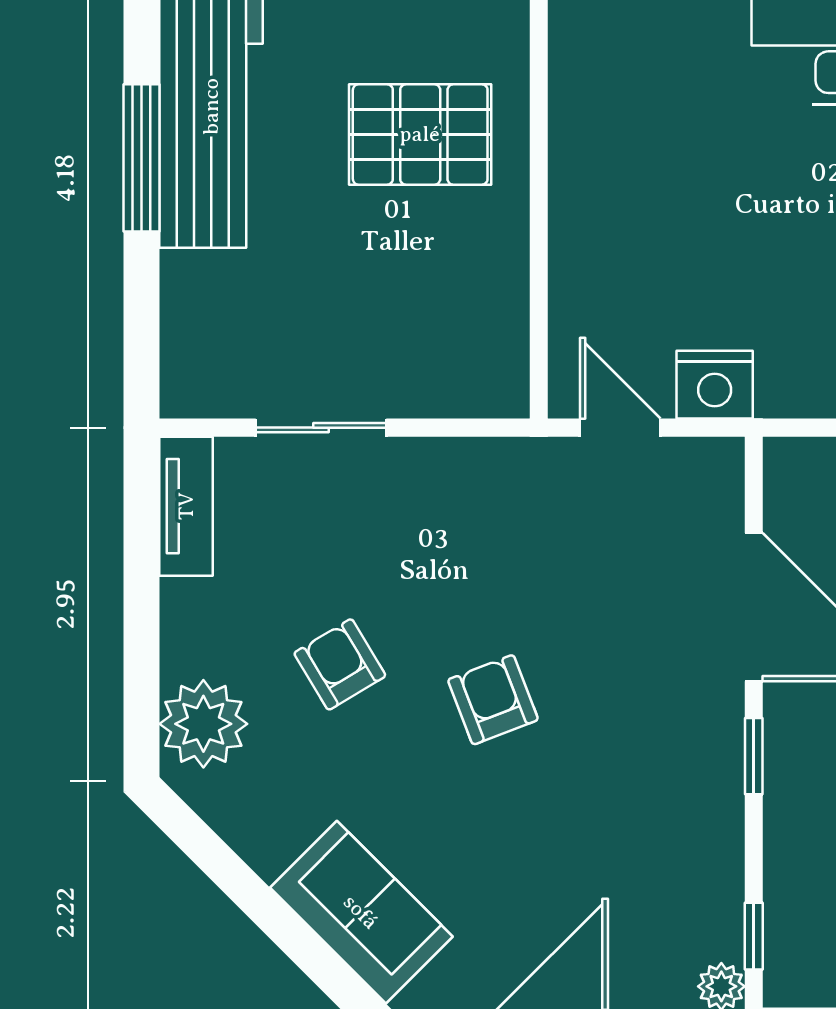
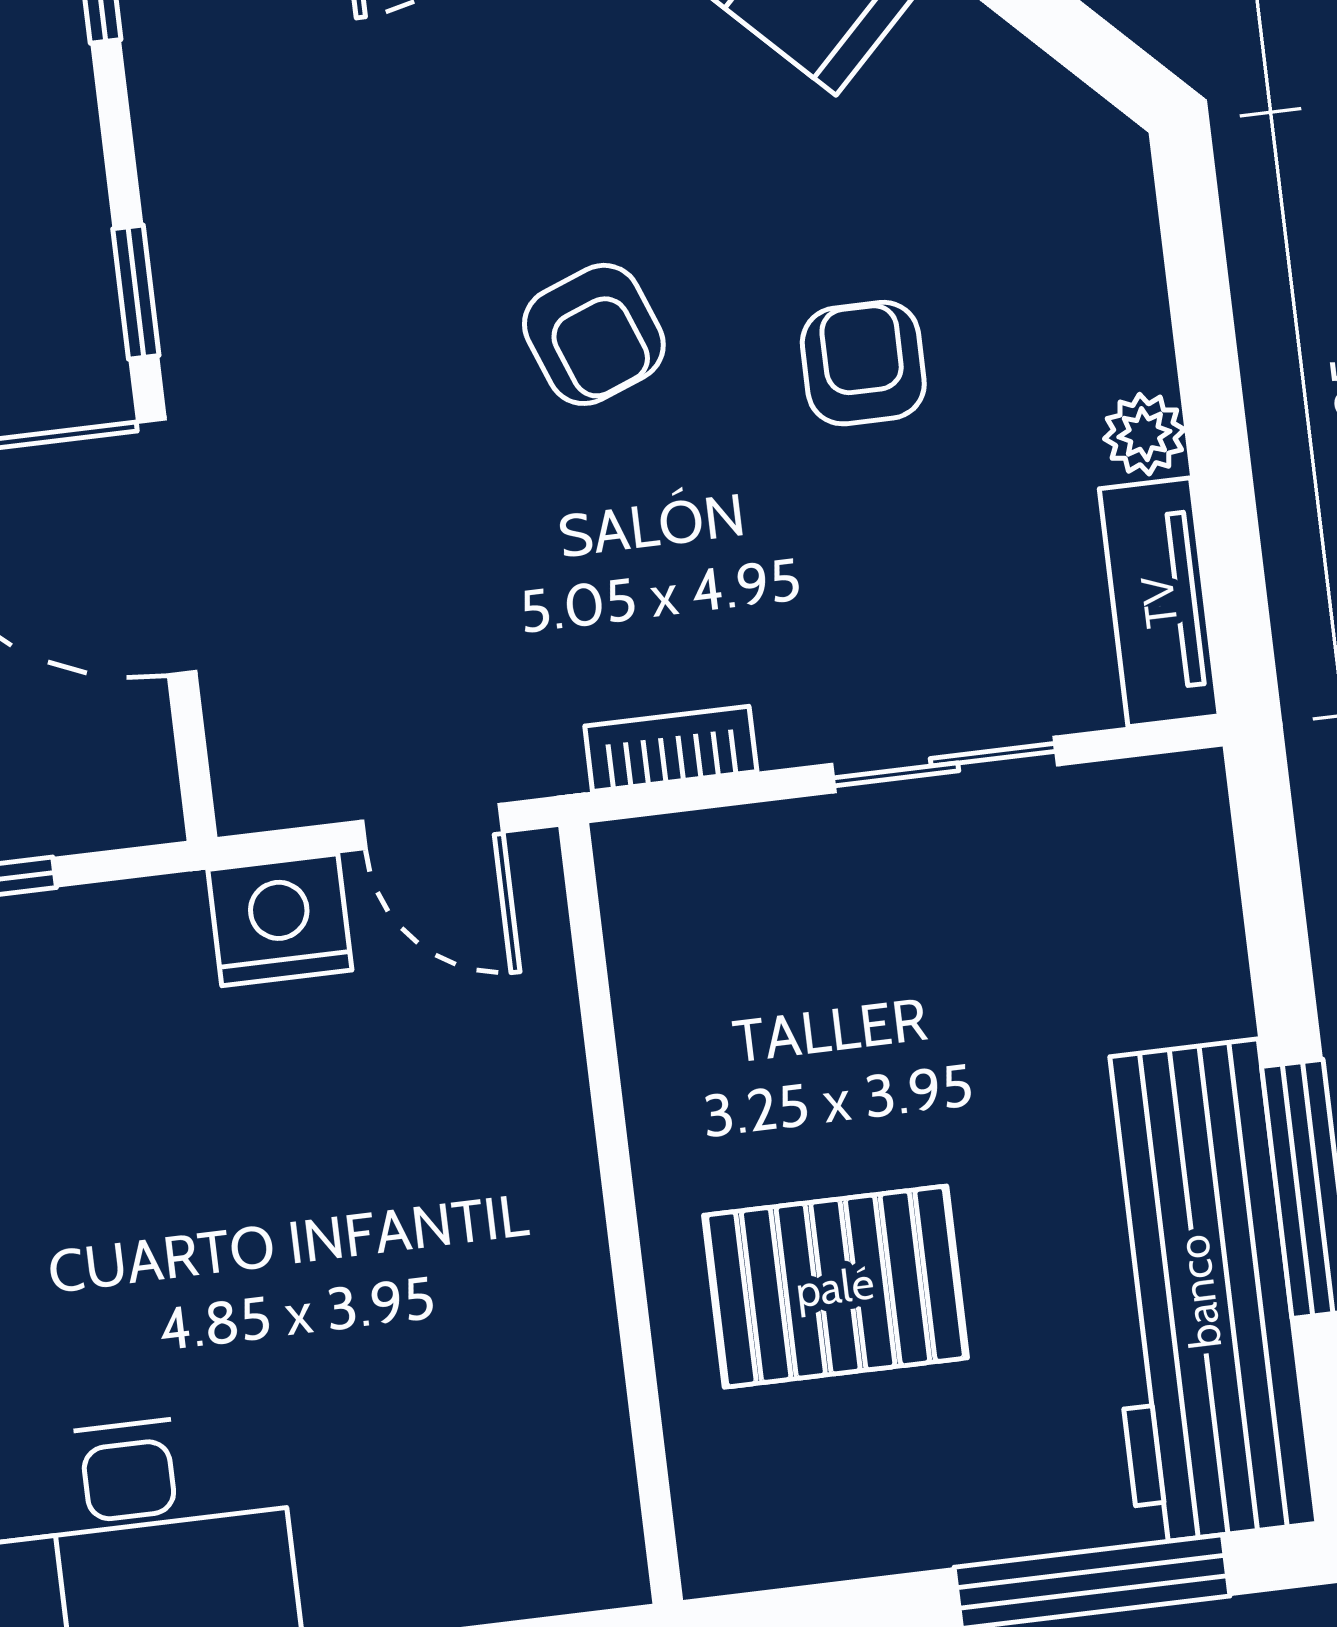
bookcase: (478, 456) -> (671, 749), added
armchair: (340, 664) -> (863, 363), turned -149
plant: (203, 724) -> (1144, 434), moved, width x0.53, depth x0.53

